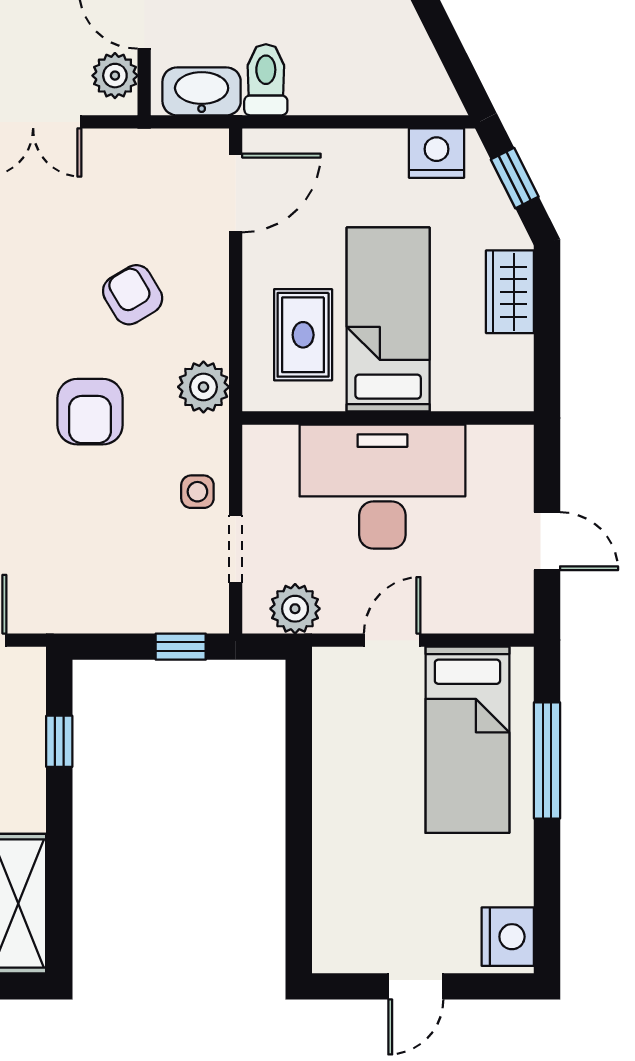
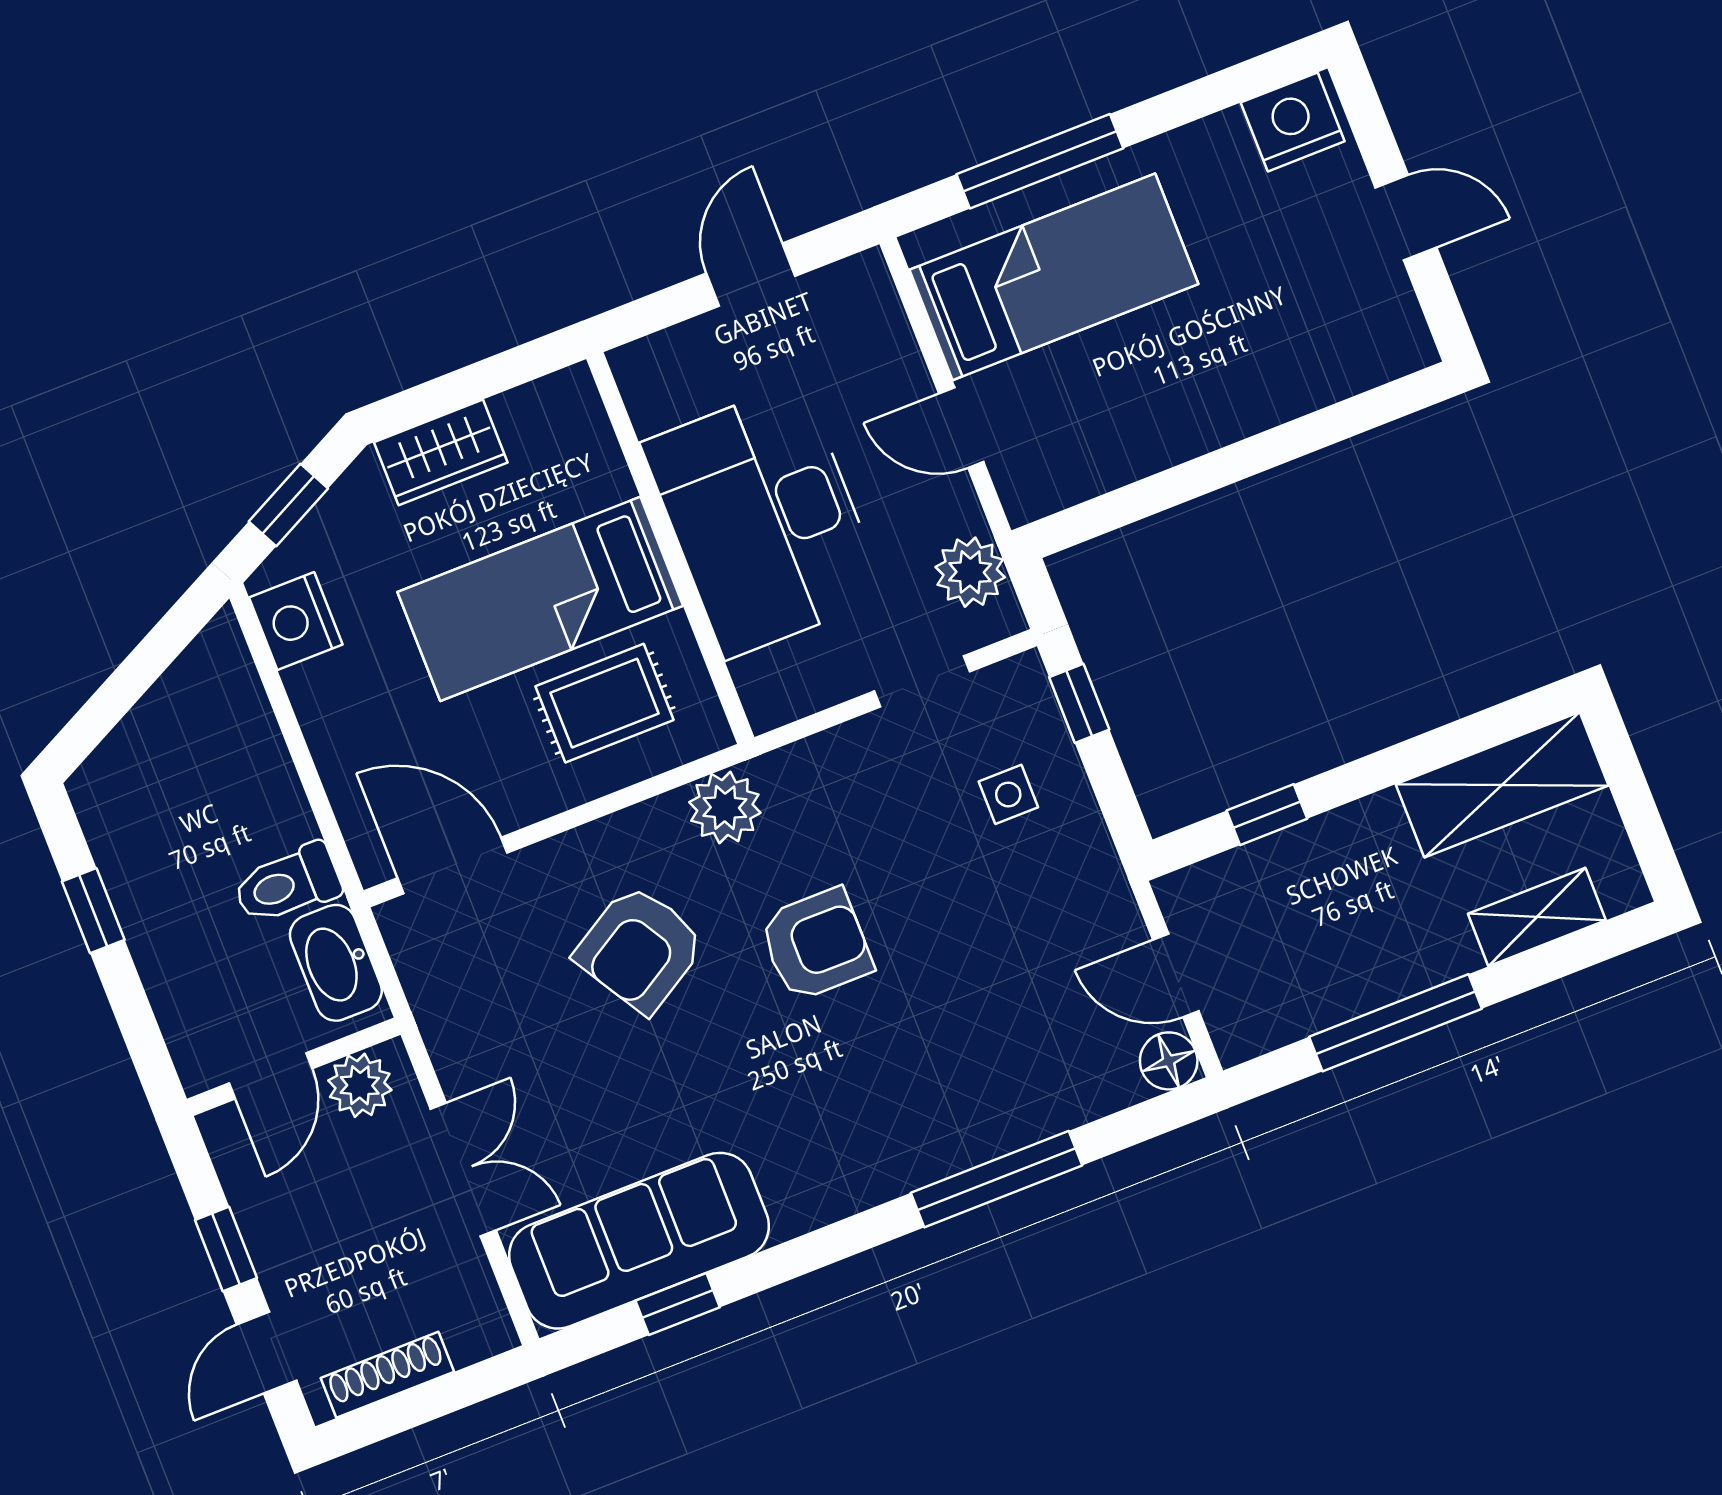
armchair: (133, 295) -> (640, 949), width x1.38, depth x1.38
side table: (197, 492) -> (1008, 794), moved

